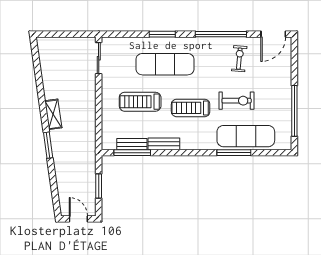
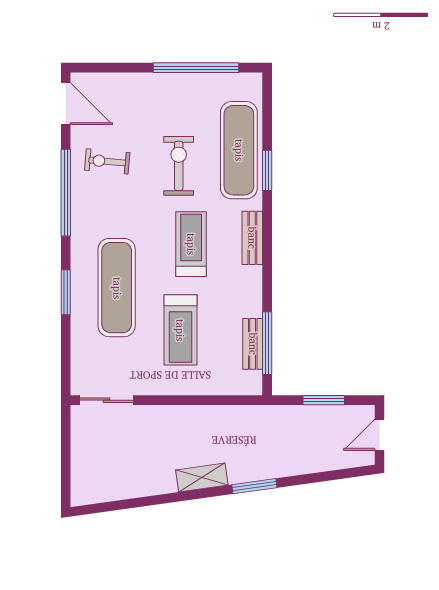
treadmill: (191, 108) -> (191, 244), turned 180
bench: (164, 144) -> (252, 238), moved
window: (234, 153) -> (267, 170), width x0.69

